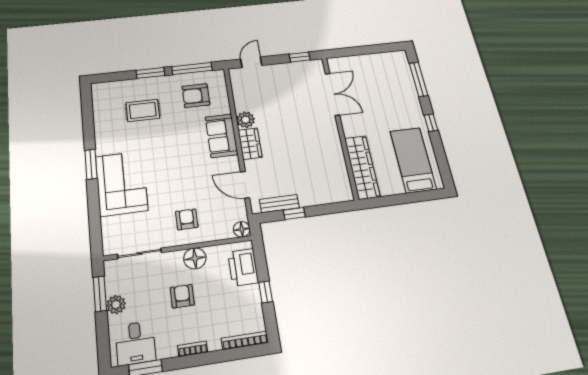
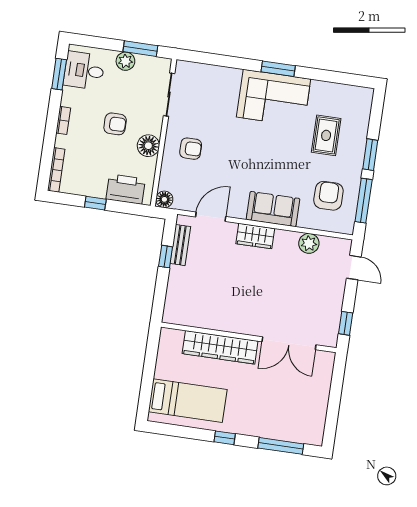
plant: (246, 120) -> (309, 243), moved
wardrobe: (362, 167) -> (220, 347), moved
corner sofa: (122, 183) -> (274, 98), moved

